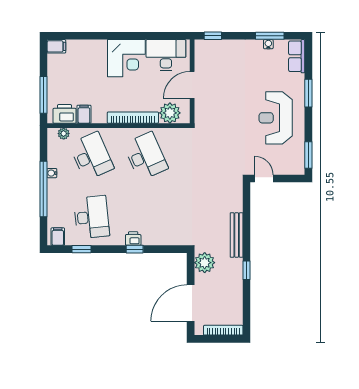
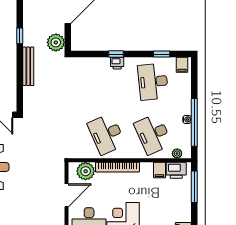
window: (43, 189) -> (194, 122), moved

